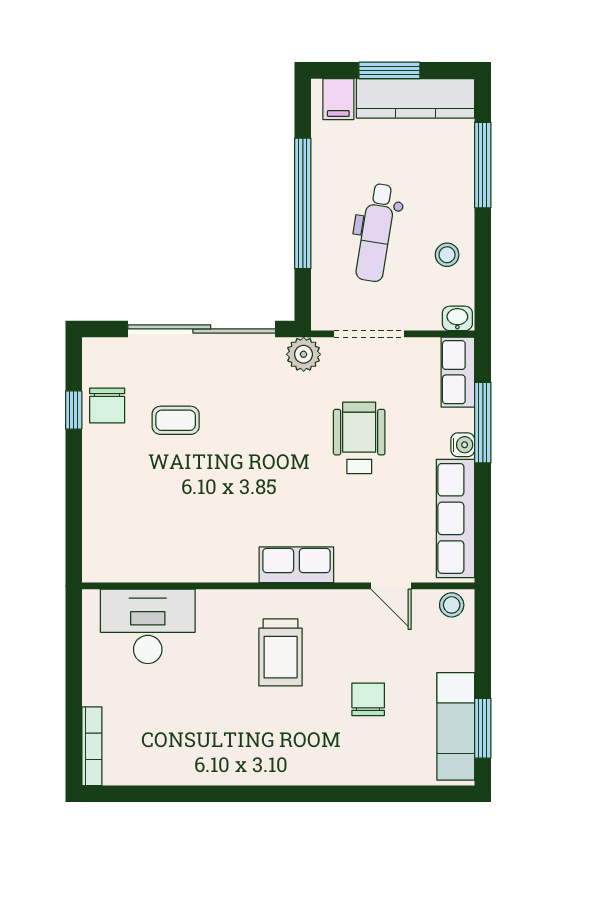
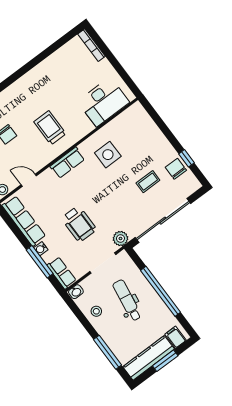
side table: (212, 524) -> (108, 155), added

